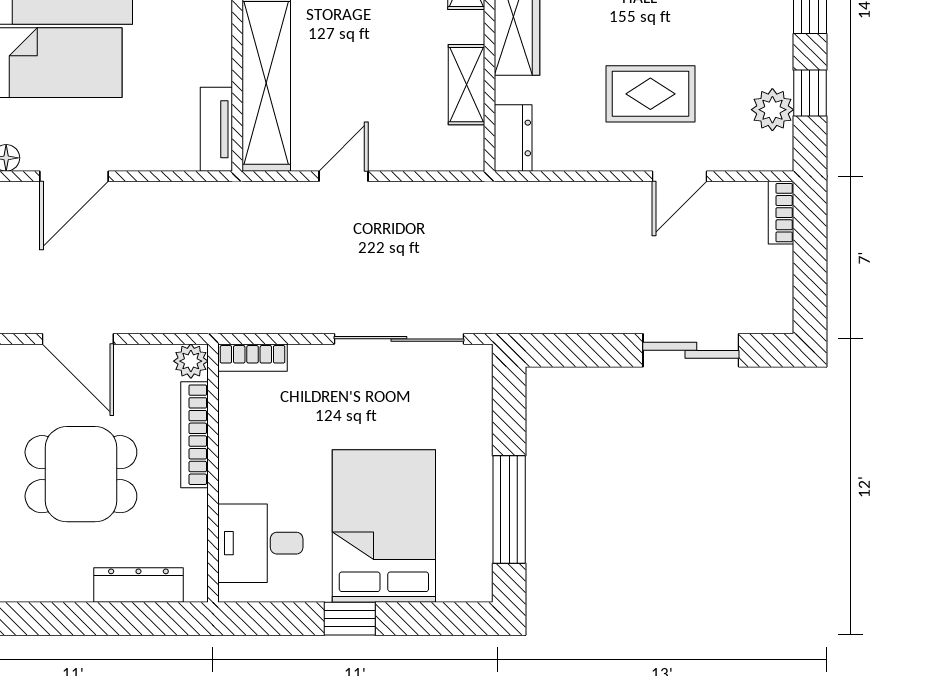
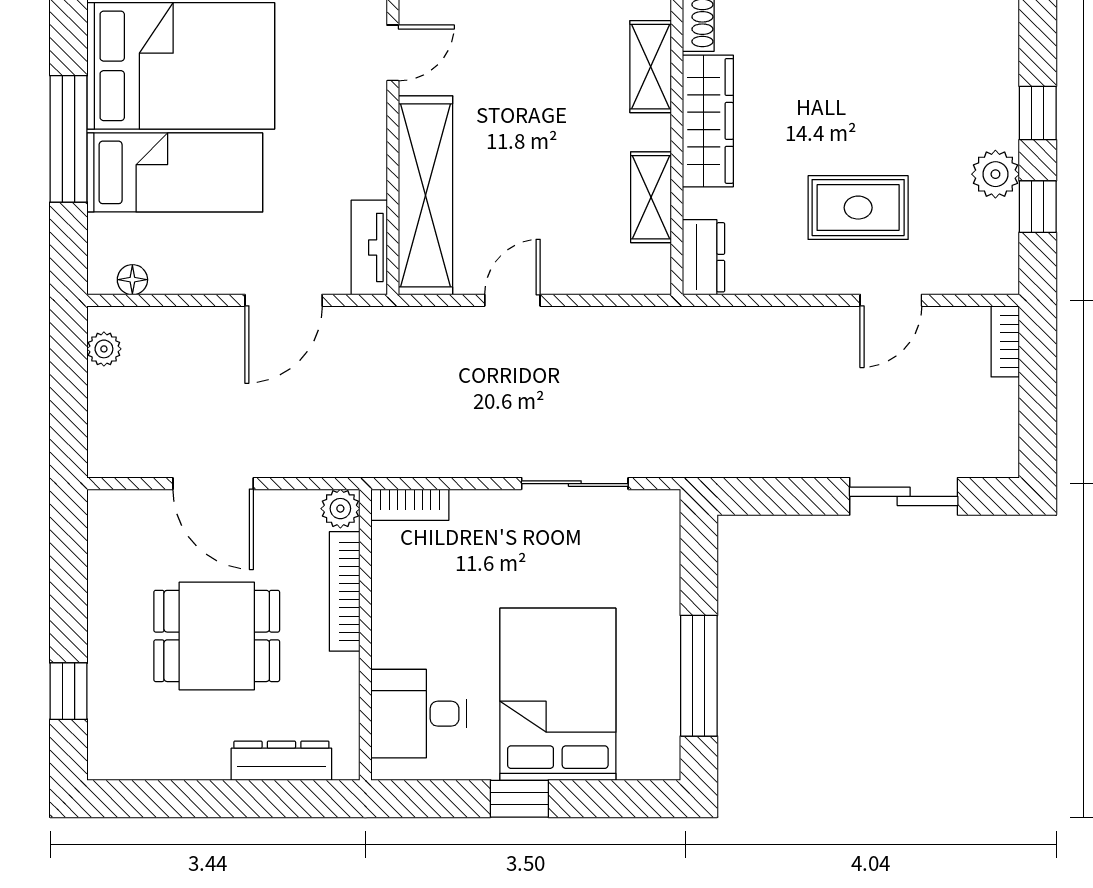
plant: (772, 110) -> (995, 174), moved
door: (74, 176) -> (284, 300), moved
sliding door: (399, 339) -> (575, 484), width x0.73

